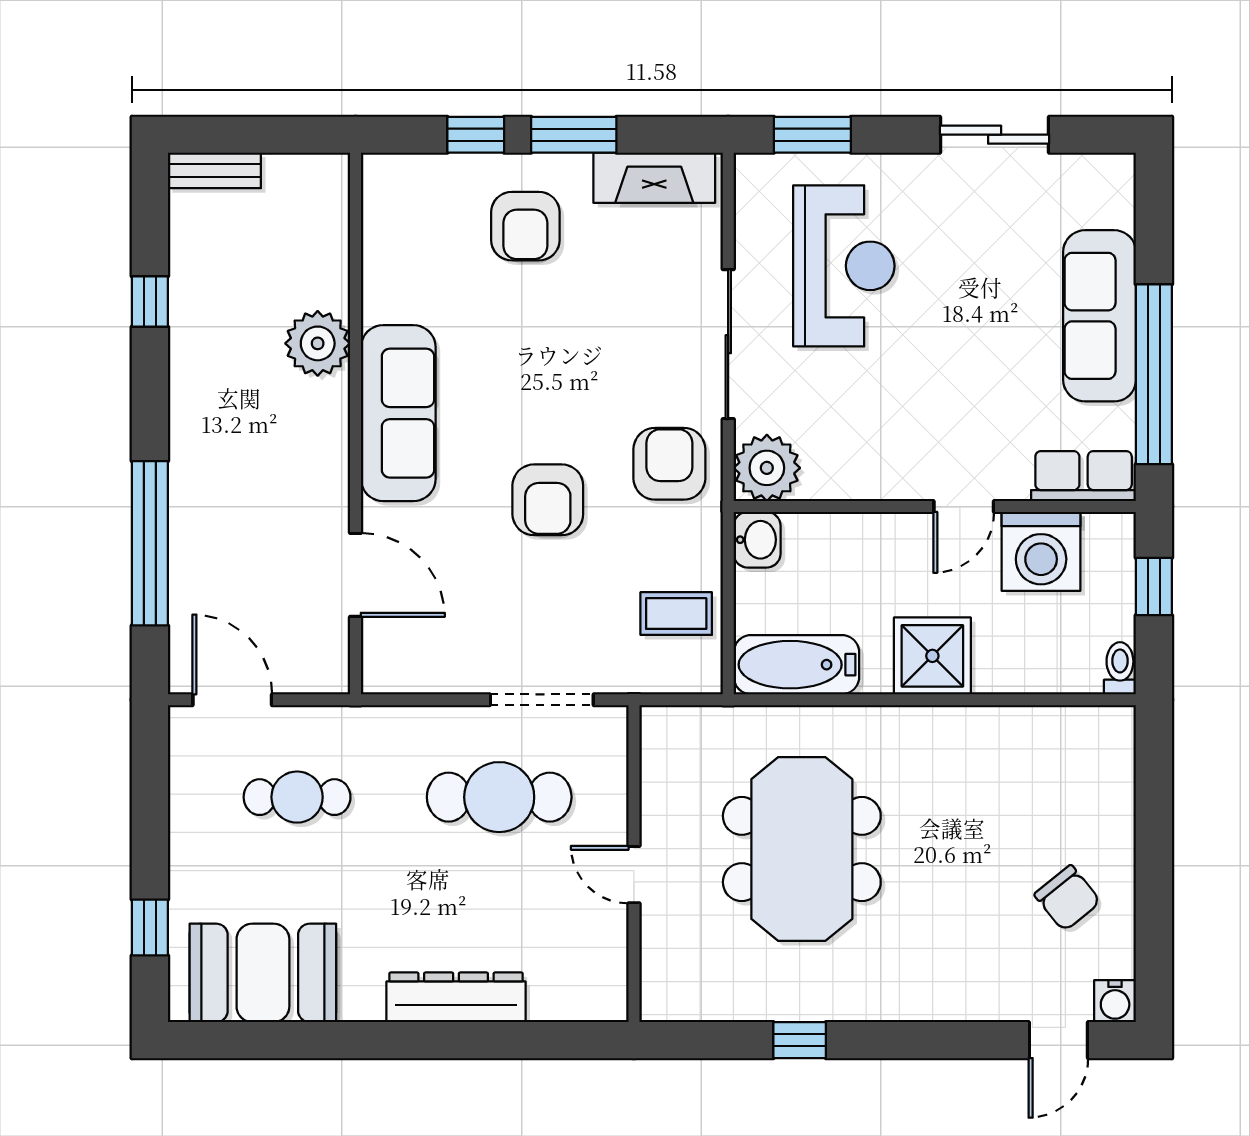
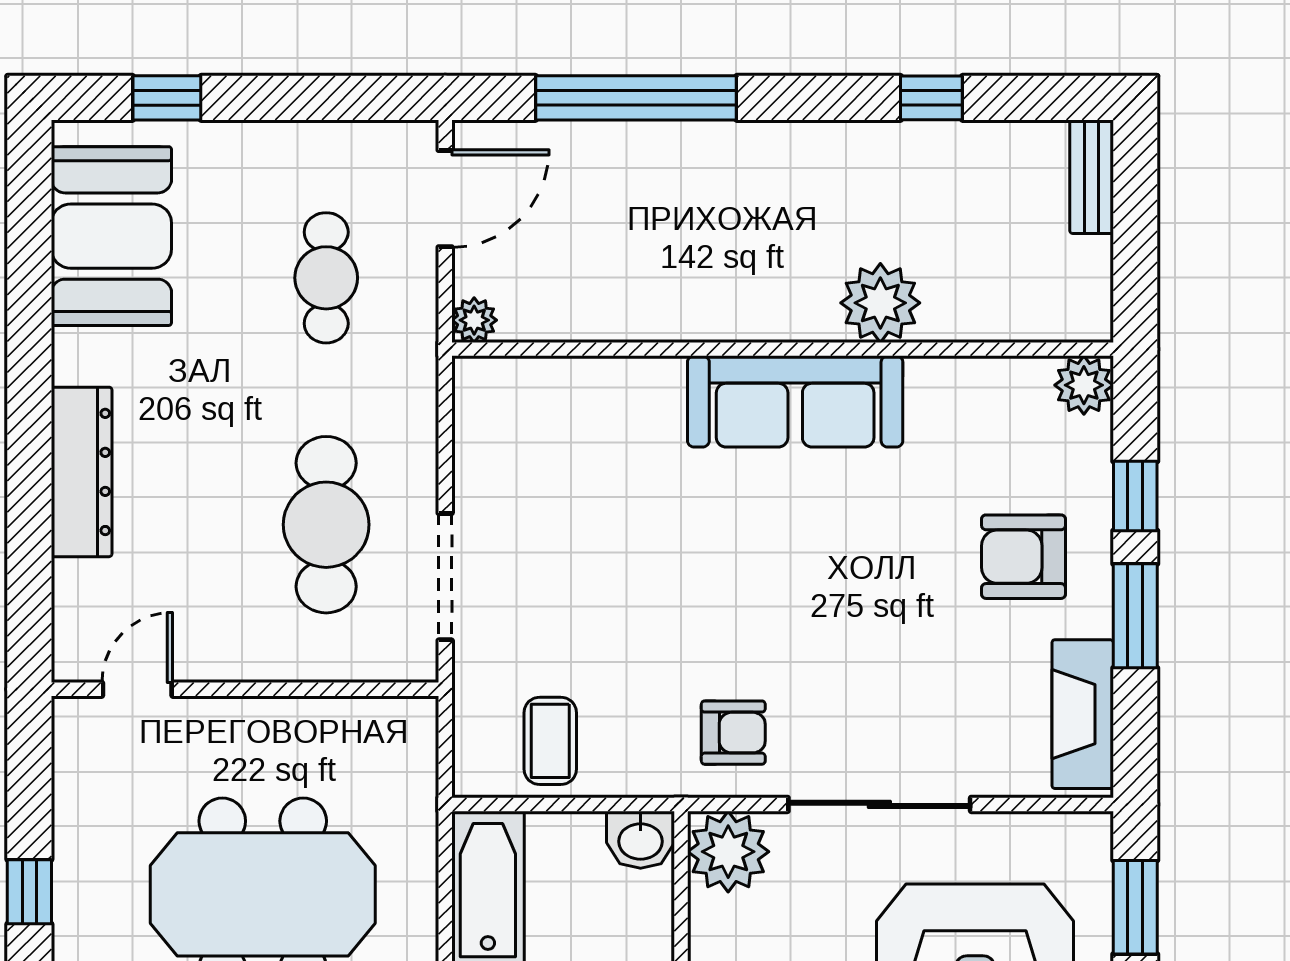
plant: (385, 177) -> (1084, 385), added
armchair: (669, 464) -> (733, 733), width x0.72, depth x0.72
armchair: (548, 500) -> (689, 584), removed
door: (355, 575) -> (598, 349), removed
plant: (332, 676) -> (474, 320), added
door: (634, 875) -> (137, 689), moved

